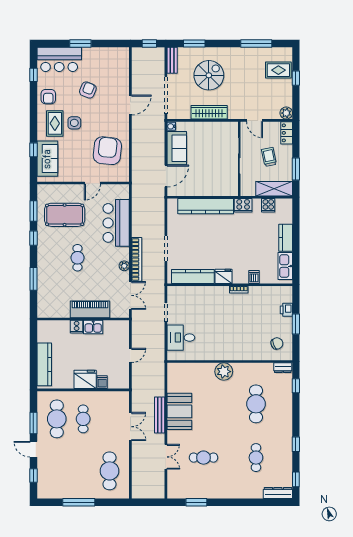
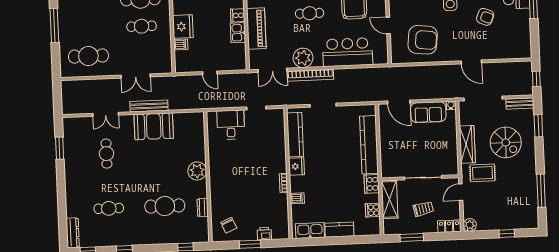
rug: (278, 70) -> (482, 173), moved, turned 90
shelving: (274, 189) -> (390, 199), moved
plant: (124, 266) -> (303, 58), width x1.87, depth x1.87
dresser: (283, 368) -> (203, 208), moved

